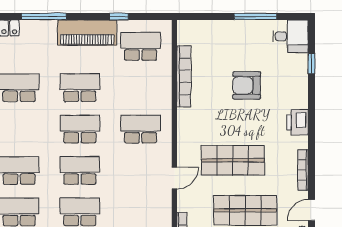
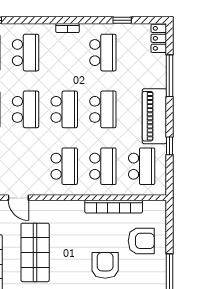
armchair: (220, 47) -> (141, 241), added
school desk: (141, 88) -> (103, 166), added

